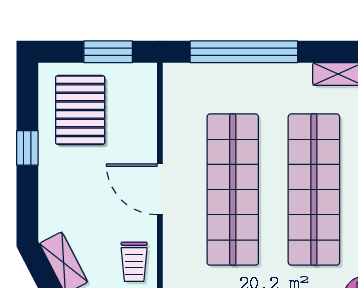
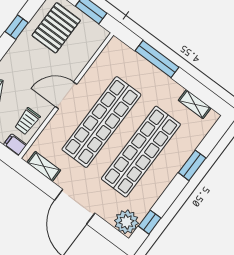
window: (244, 52) -> (157, 59), width x0.68
door: (160, 189) -> (66, 95), hinge flipped

